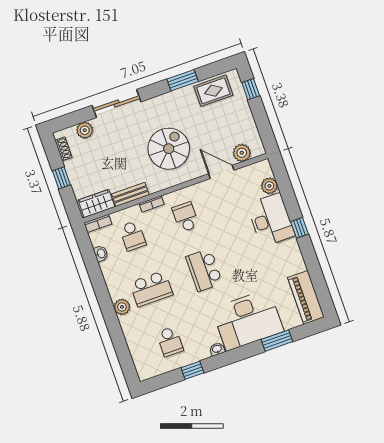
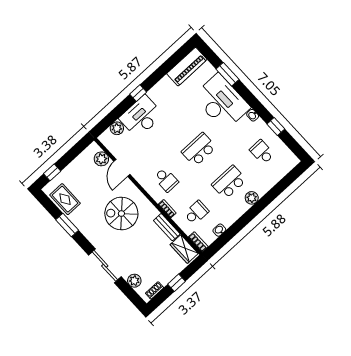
school desk: (185, 217) -> (166, 180), turned -90
school desk: (204, 270) -> (199, 150), turned 180
school desk: (151, 289) -> (229, 182), turned -90
school desk: (170, 342) -> (262, 152), turned -90

